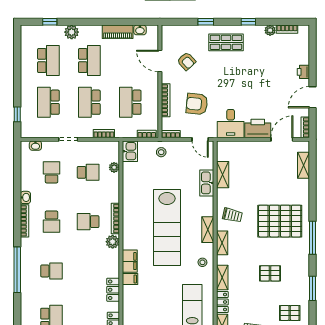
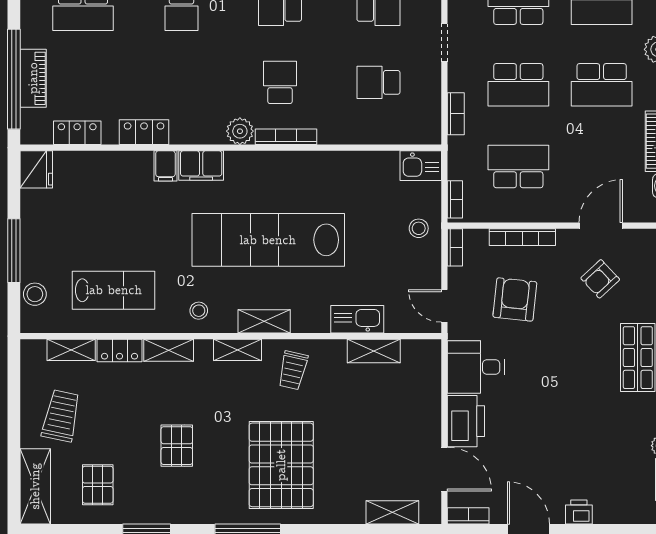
school desk: (89, 102) -> (518, 85), turned 180
door: (200, 139) -> (444, 306), hinge flipped
plant: (114, 167) -> (388, 134), removed
school desk: (88, 172) -> (378, 82), turned 90

